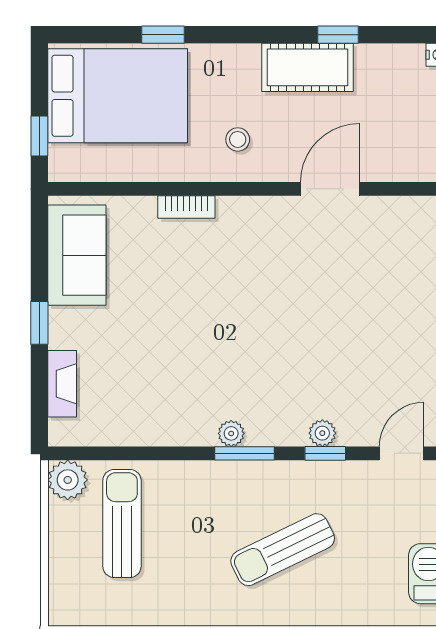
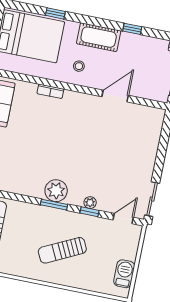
cot: (308, 67) -> (99, 37), moved
plant: (231, 433) -> (56, 191), width x1.87, depth x1.87

